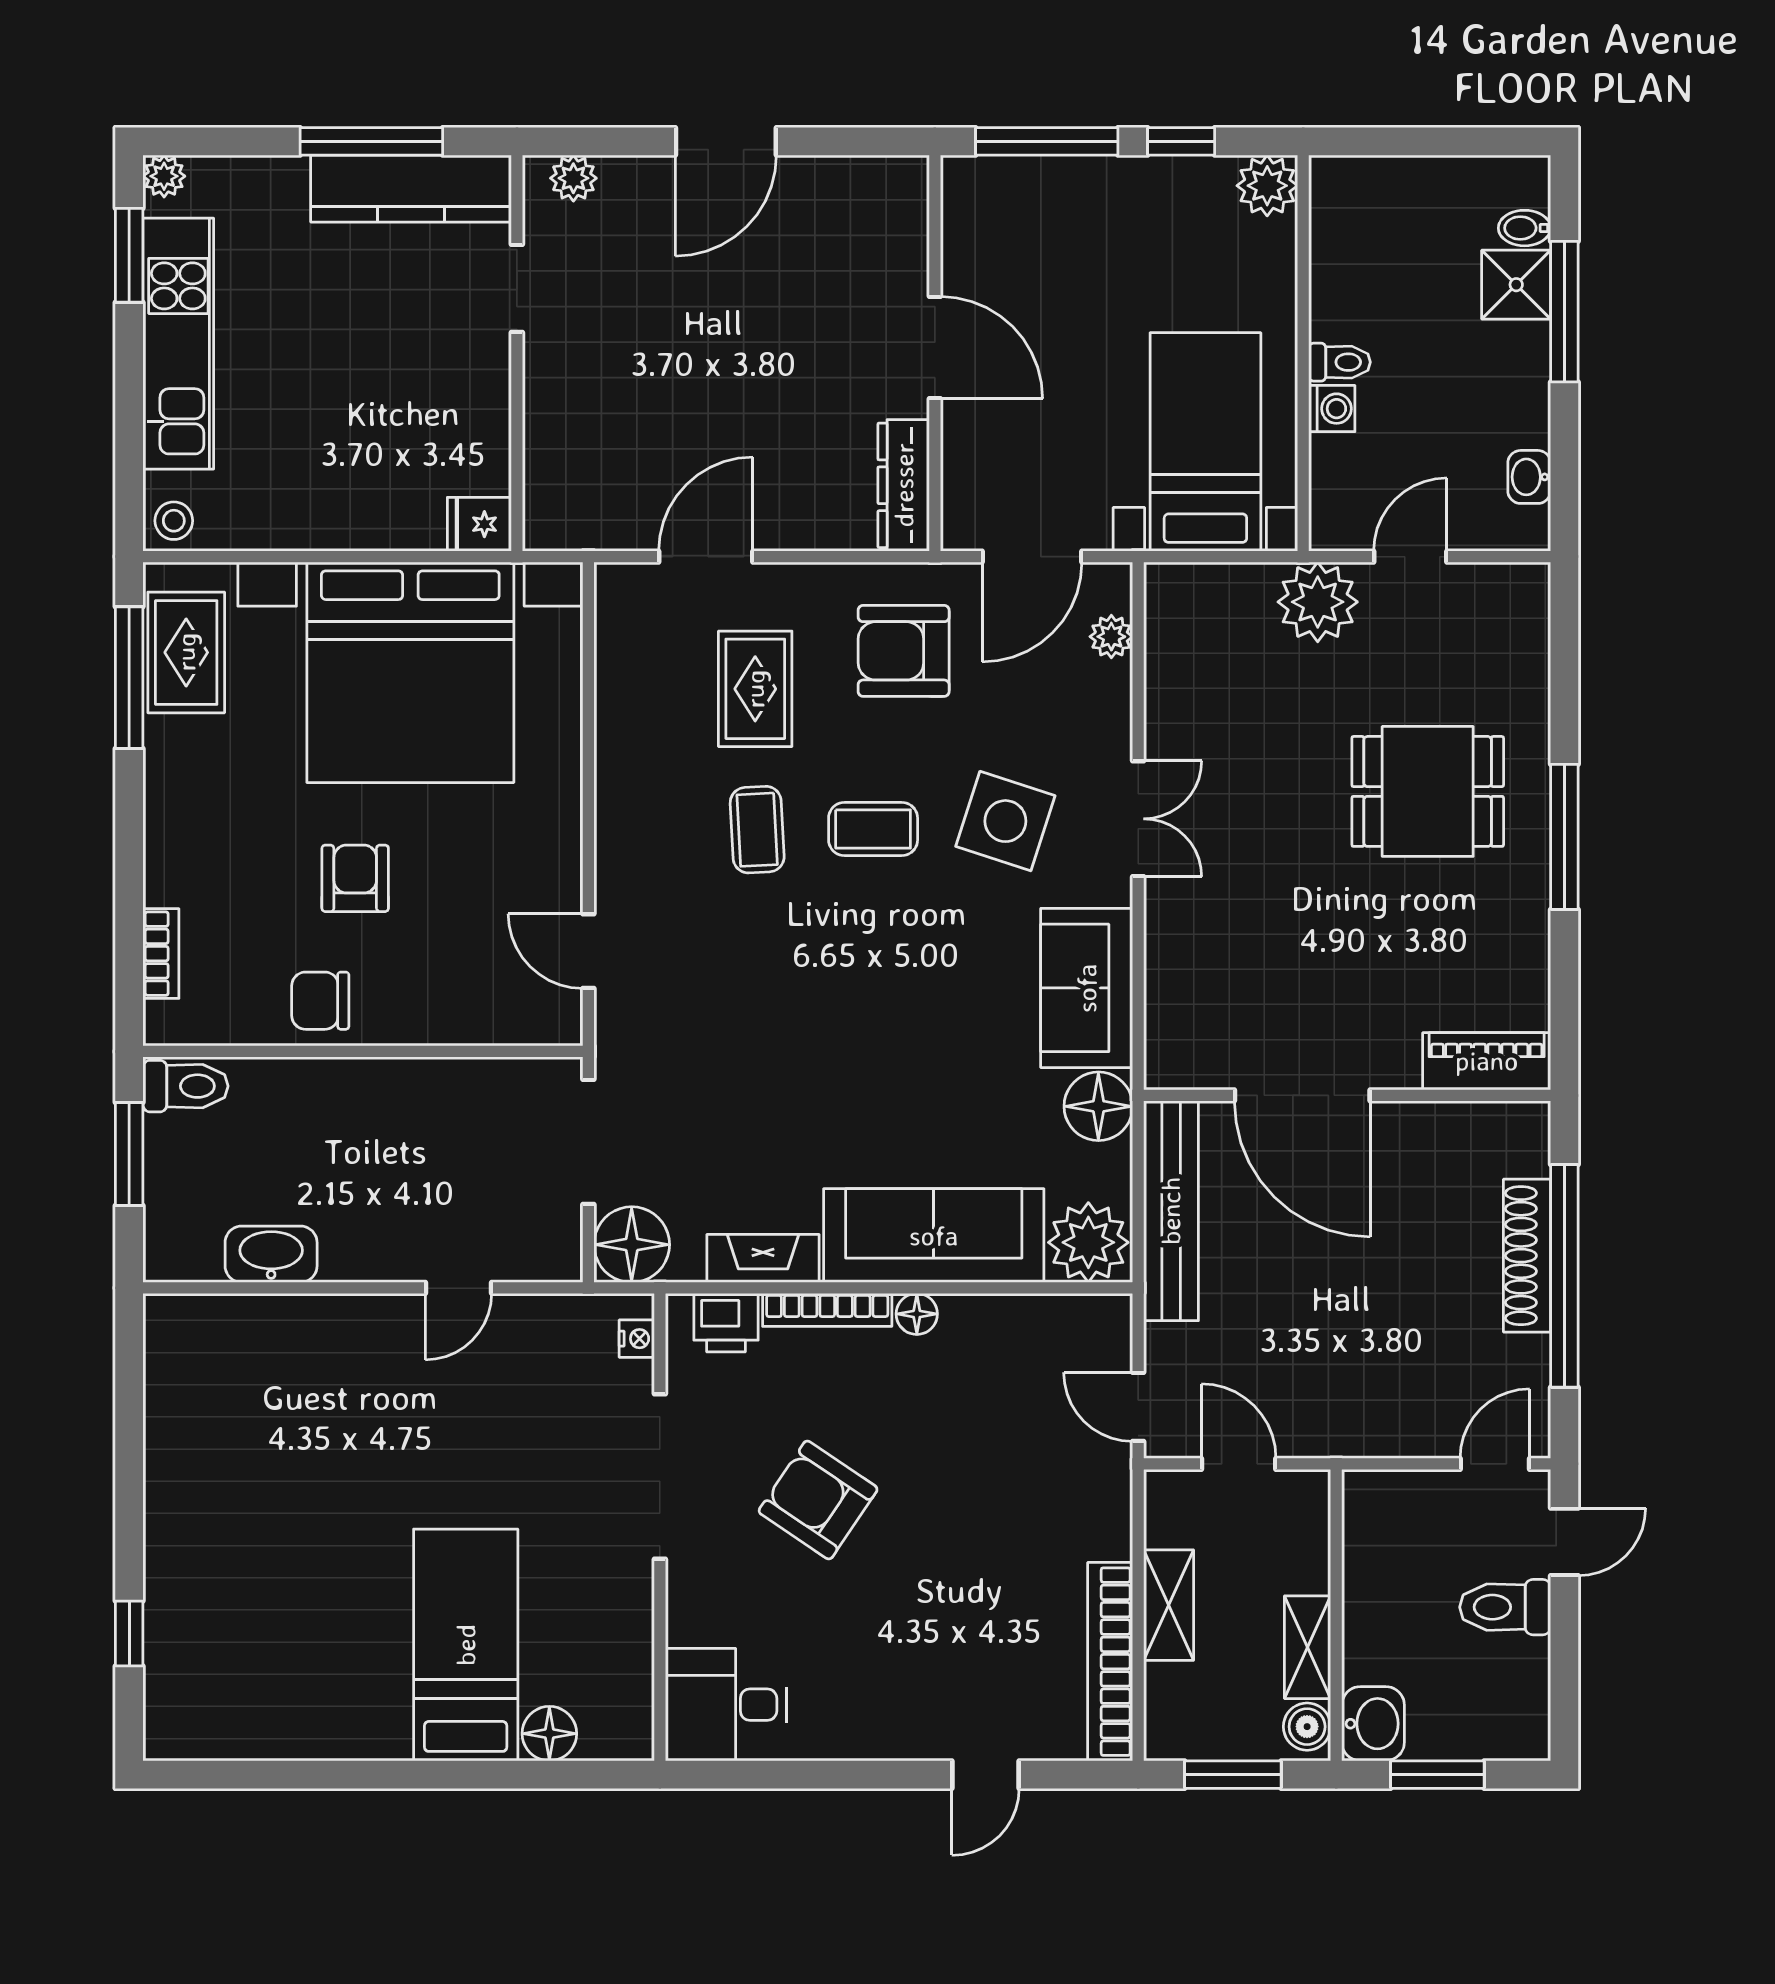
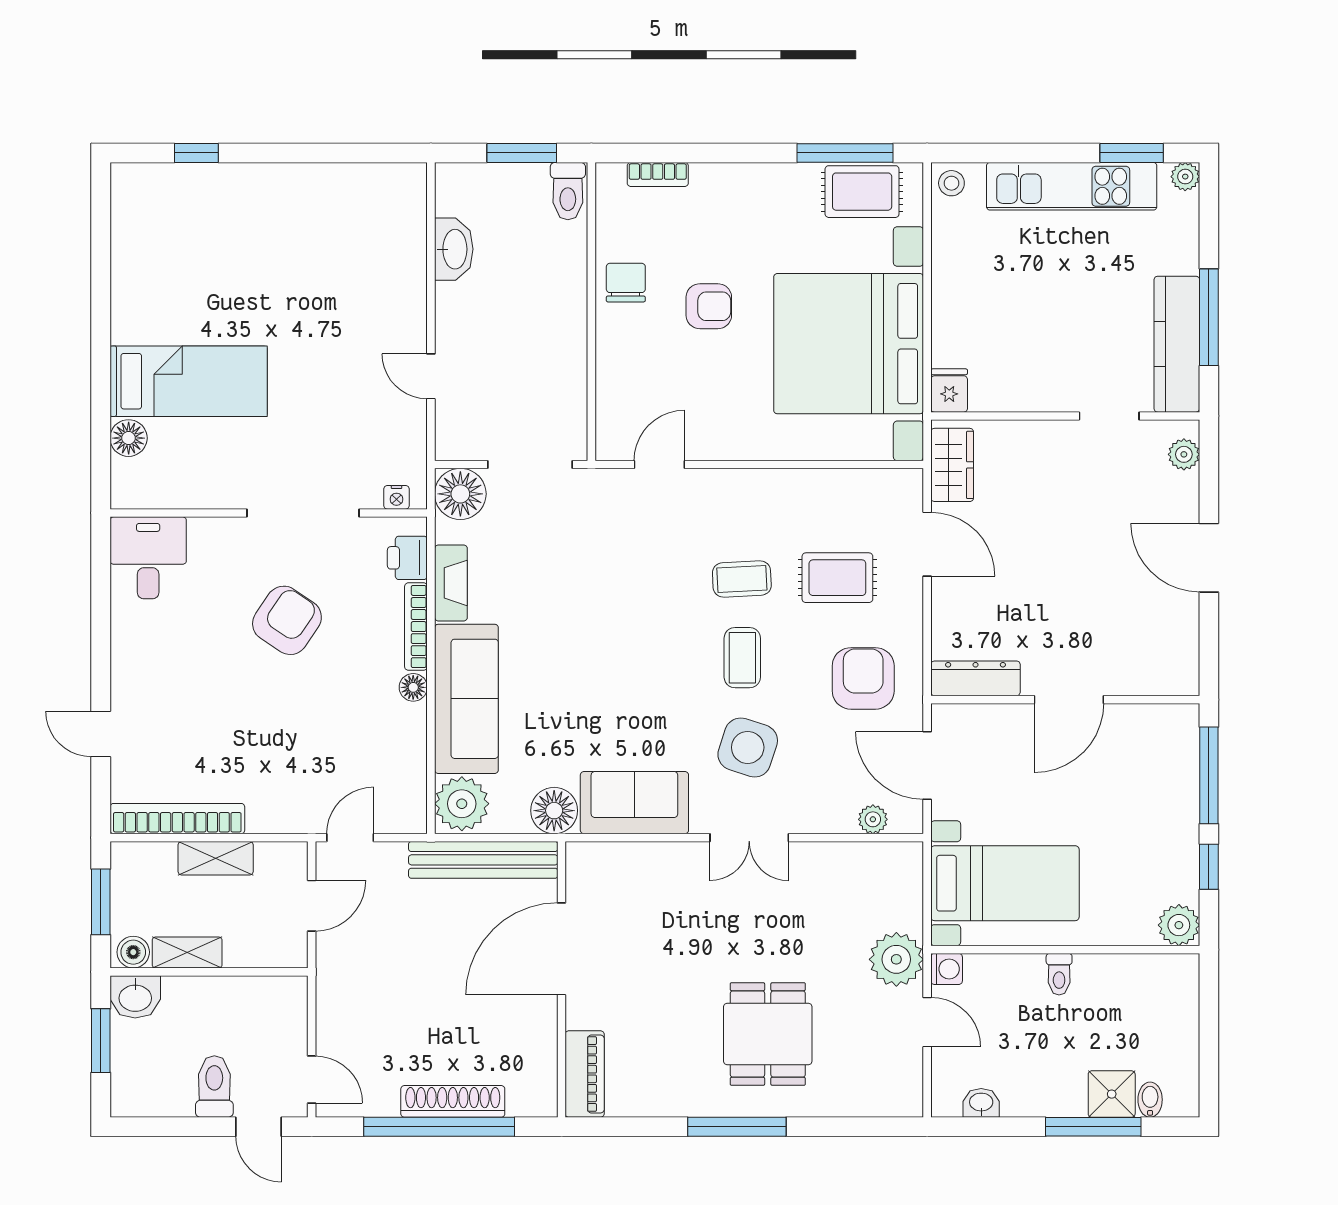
washing machine: (1332, 409) -> (947, 969), moved, turned -90
wardrobe: (589, 520) -> (952, 465), added

